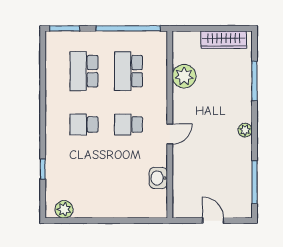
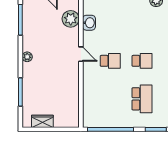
wardrobe: (224, 40) -> (42, 121), width x0.67
school desk: (129, 71) -> (110, 99), removed
plant: (184, 76) -> (71, 19), moved
door: (170, 134) -> (81, 54), swing flipped

